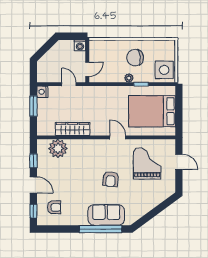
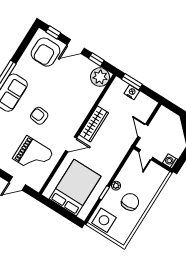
door: (69, 84) -> (143, 131), swing flipped
nightstand: (42, 92) -> (132, 92), moved
window: (33, 106) -> (132, 82), moved
wardrobe: (73, 129) -> (94, 124), moved
plant: (58, 148) -> (100, 77), moved
armchair: (54, 207) -> (45, 52), width x1.88, depth x1.88

